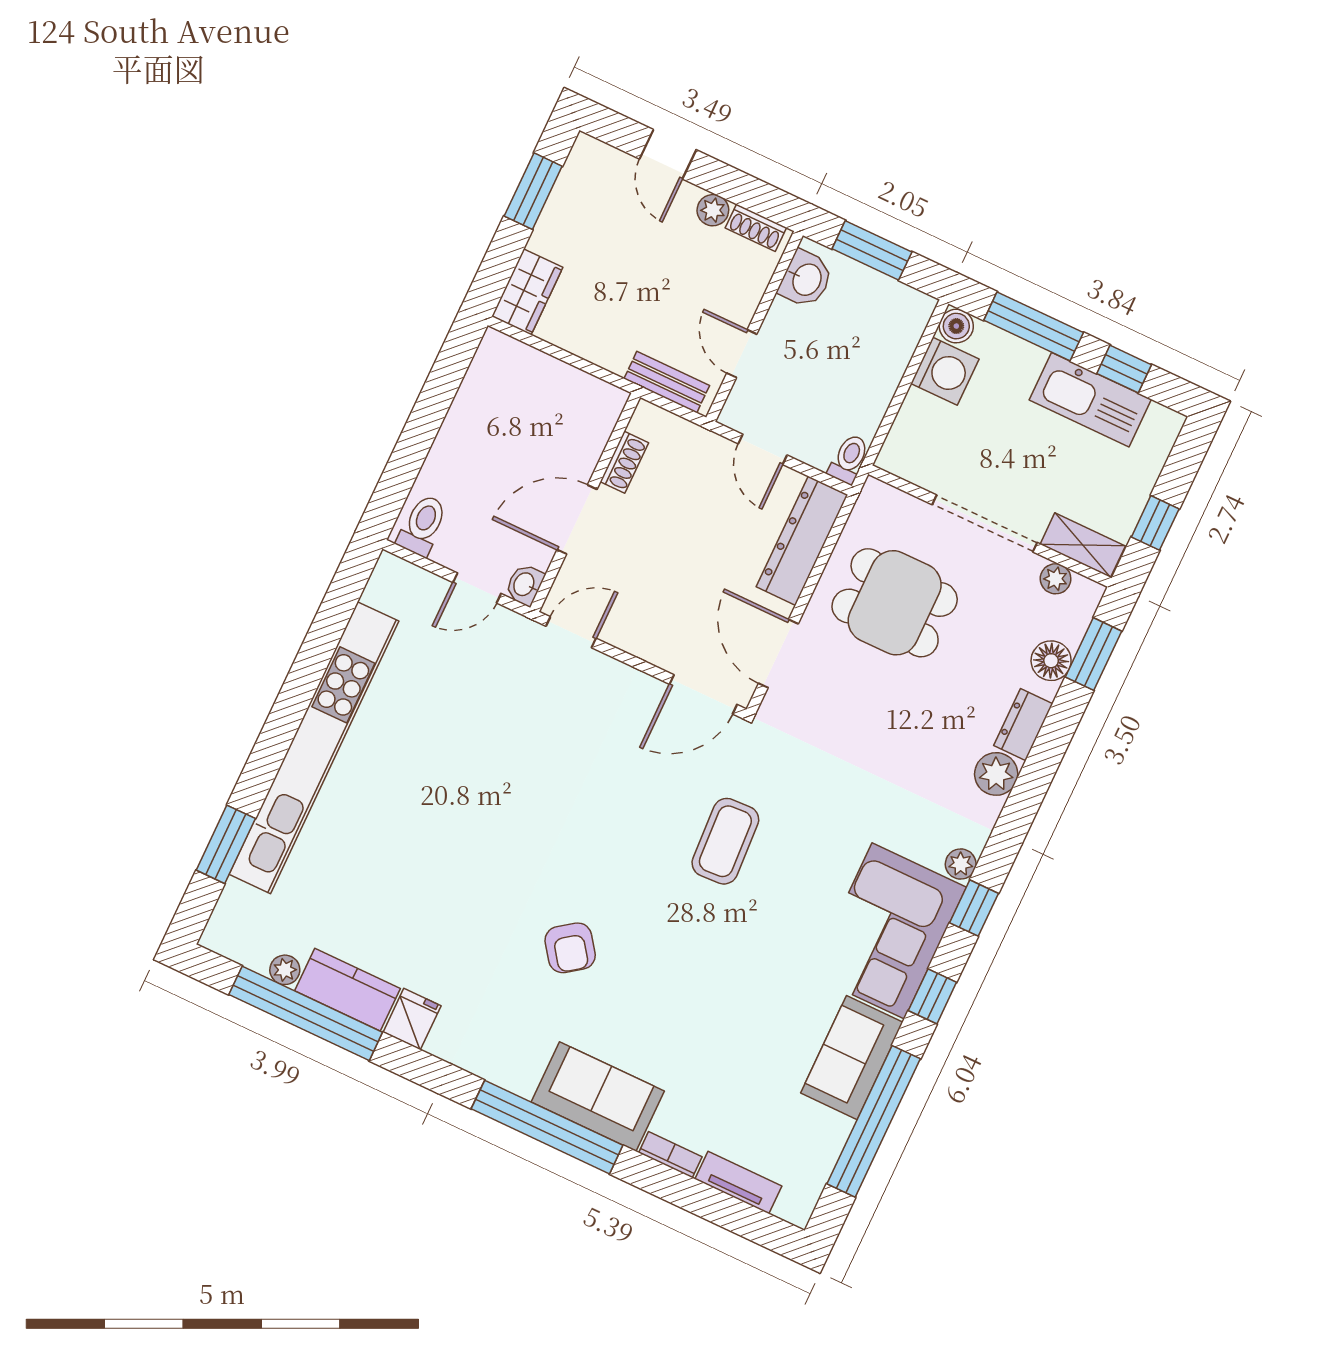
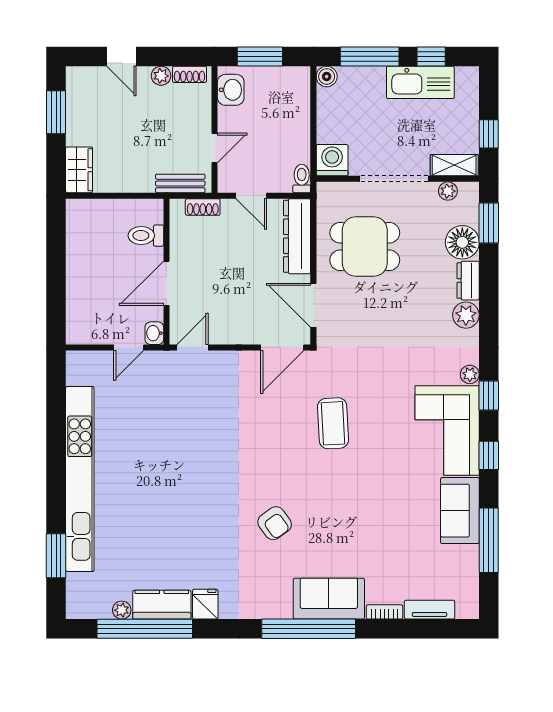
door: (742, 354) -> (215, 148), swing flipped
washing machine: (945, 371) -> (332, 160), moved, turned -90
shoe rack: (624, 462) -> (203, 207), moved, turned 90
toilet: (422, 525) -> (146, 236), moved, turned -90
floor lamp: (1051, 661) -> (462, 242), width x1.38, depth x1.38
window: (874, 1121) -> (489, 540), width x0.68

